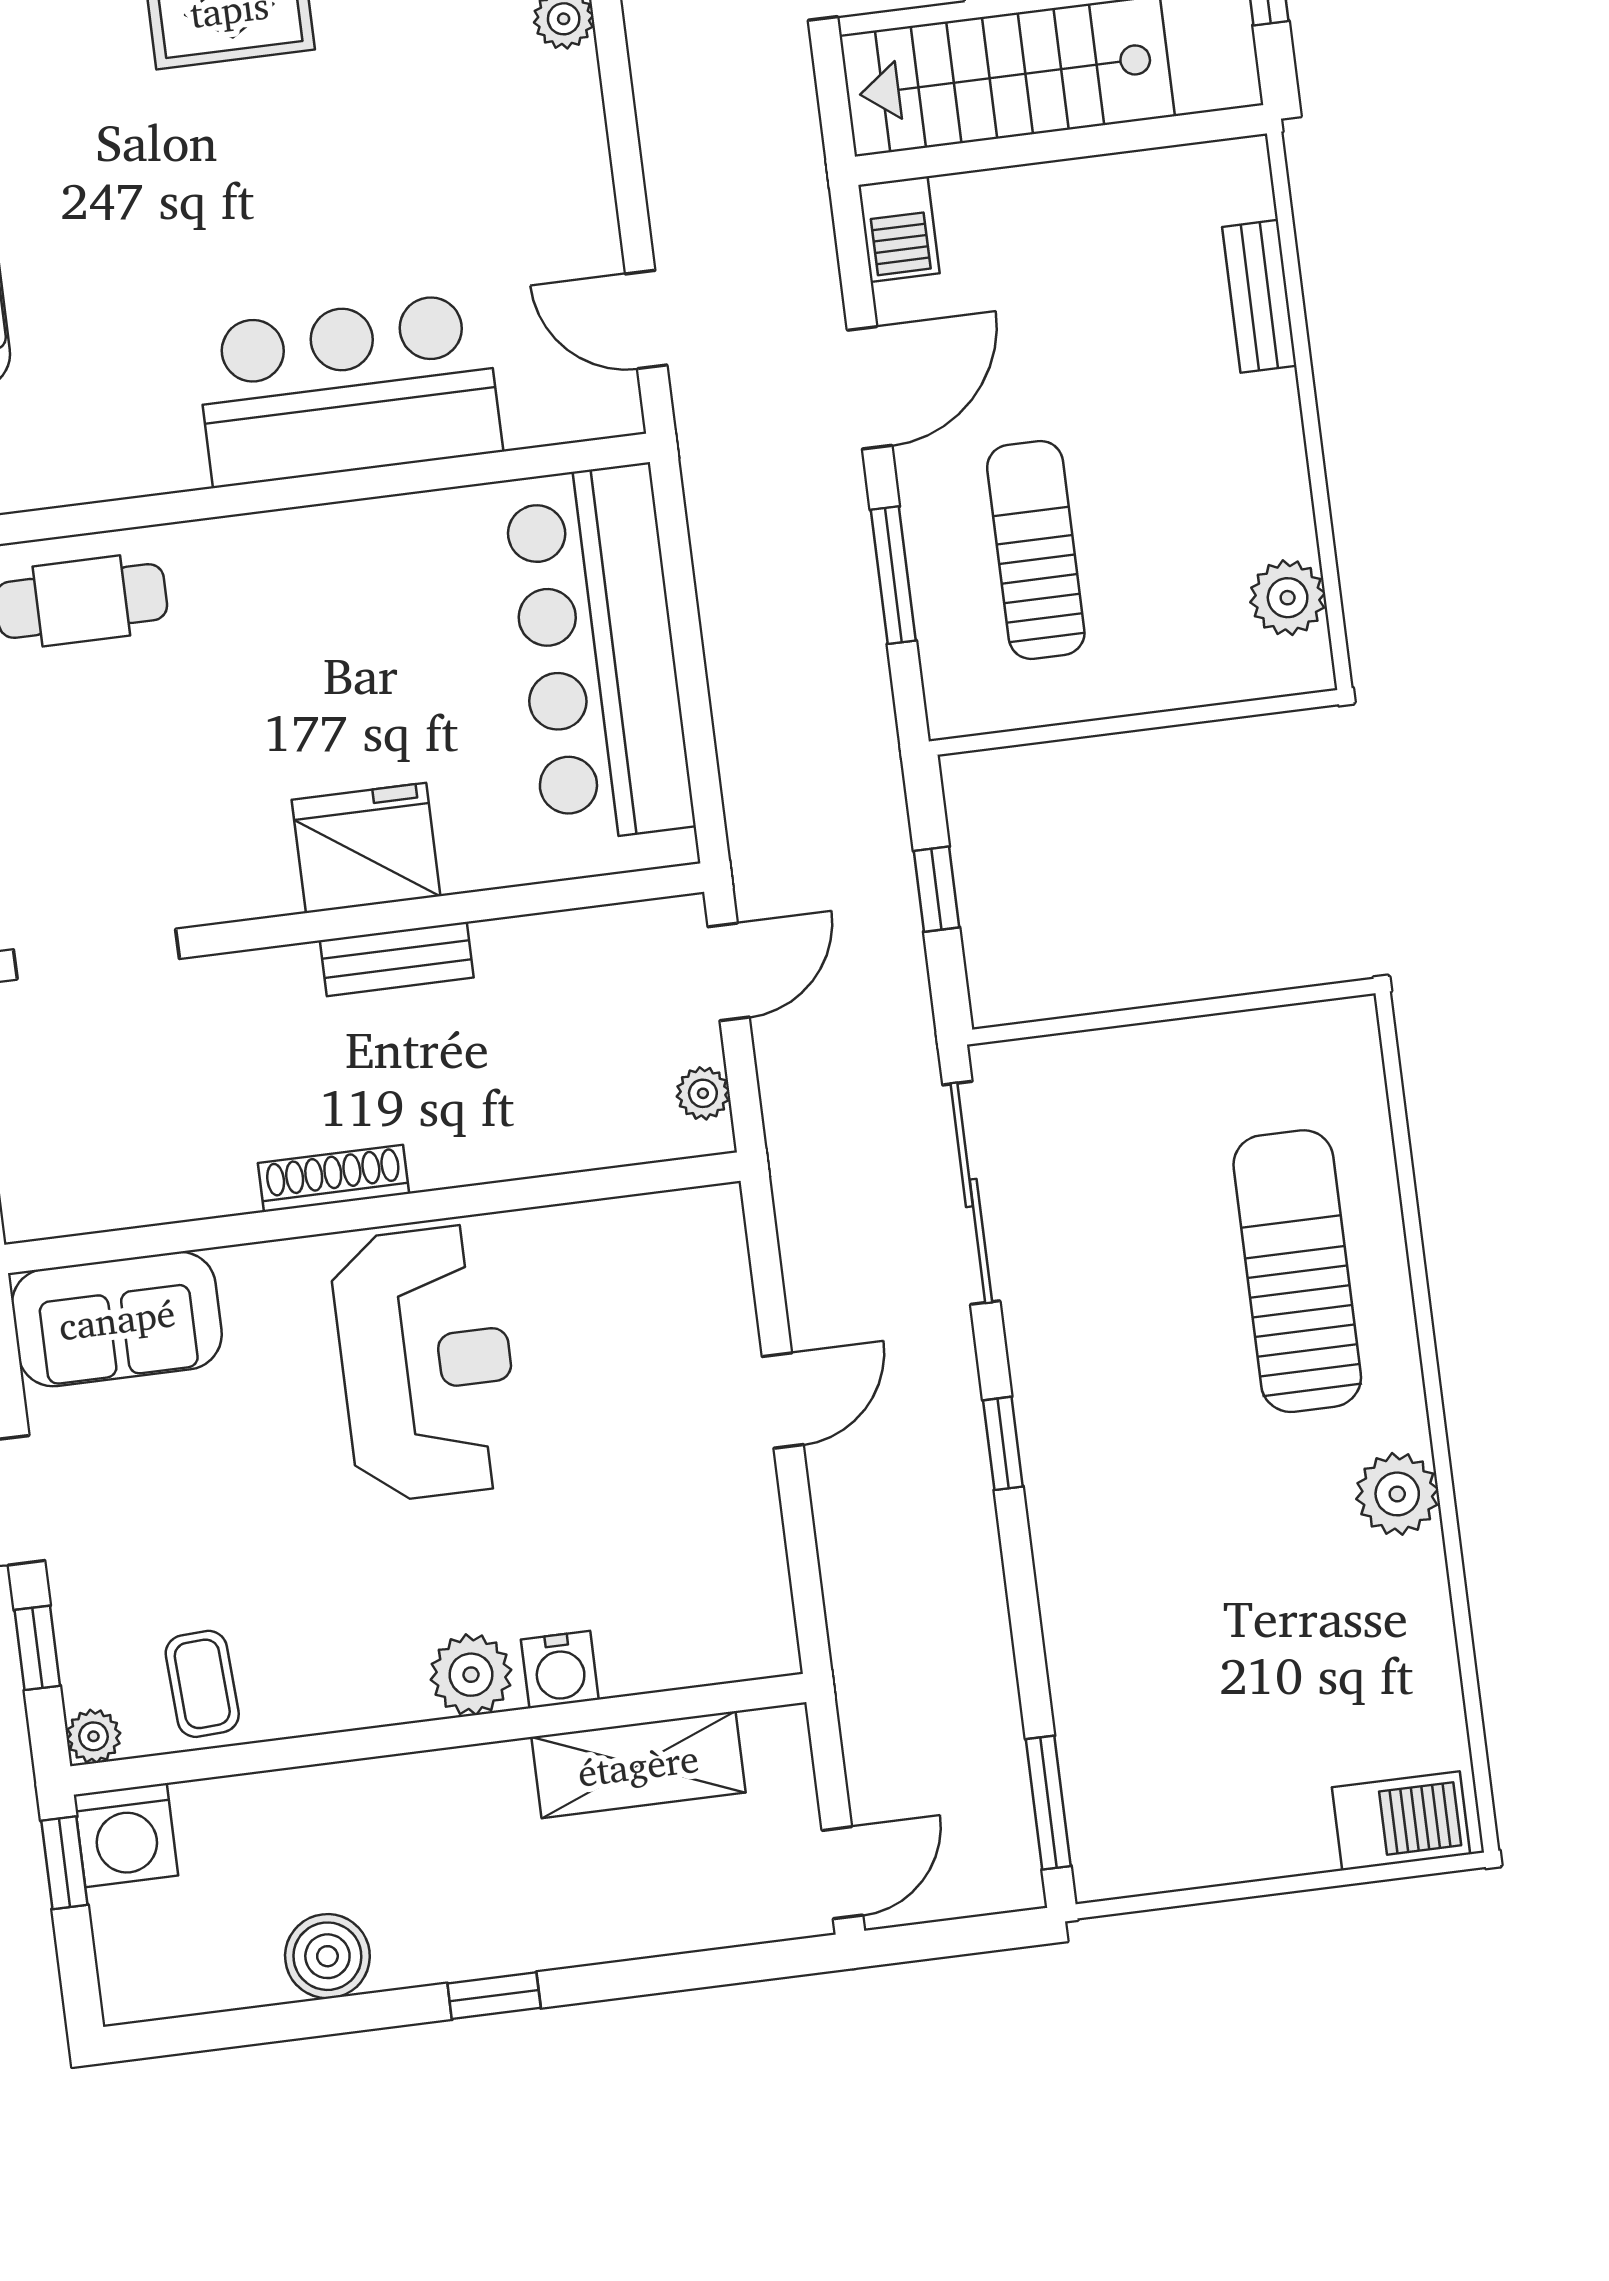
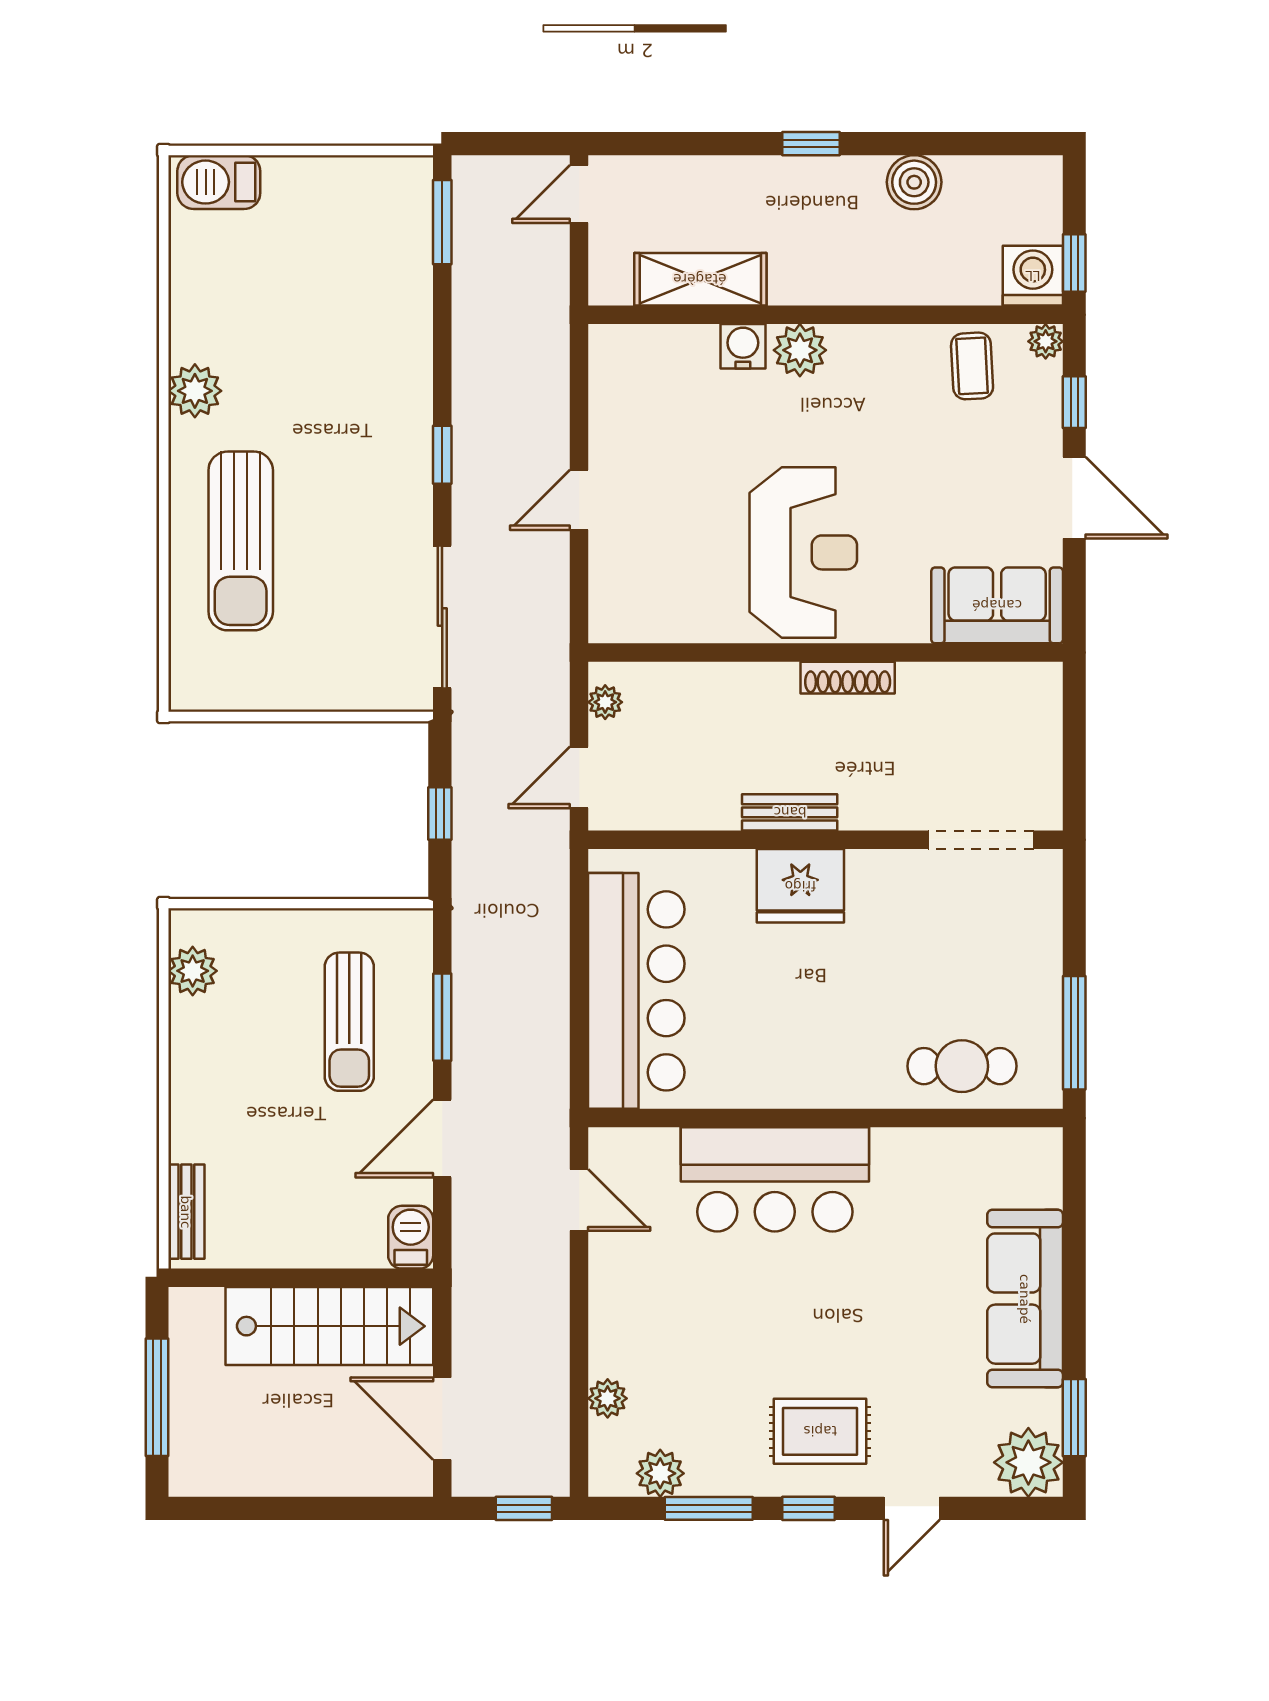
bench: (1259, 296) -> (186, 1212), moved
reception desk: (426, 1363) -> (803, 552), turned 180

